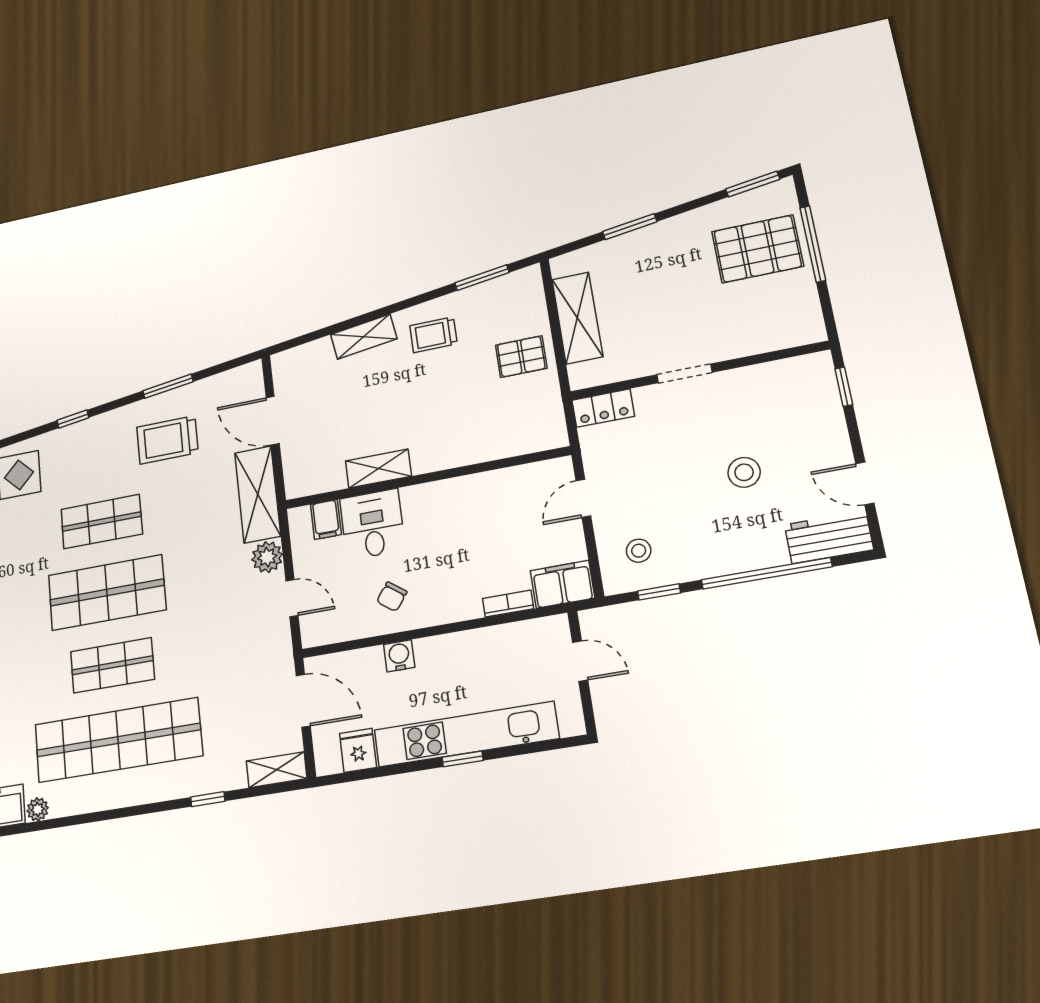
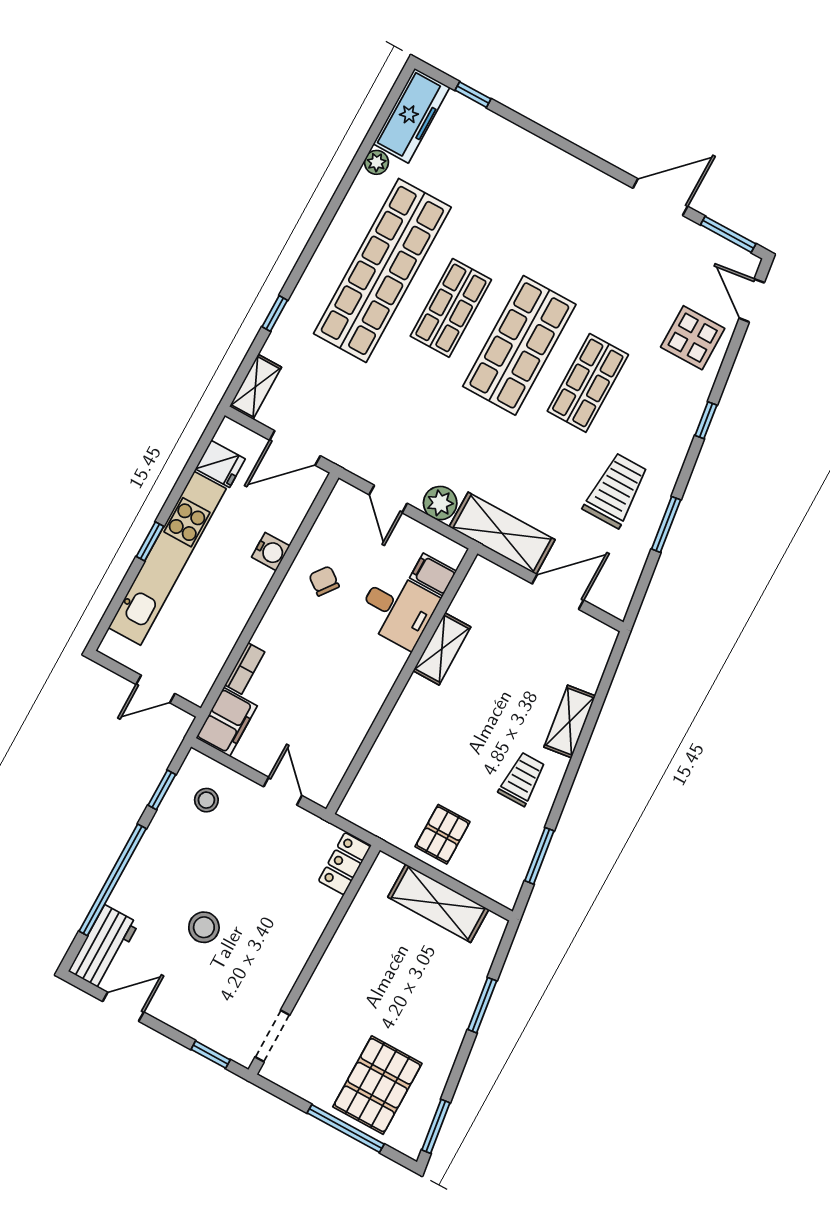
doorway: (684, 373) -> (272, 1036), moved
door: (292, 598) -> (388, 499), hinge flipped

